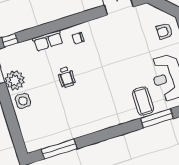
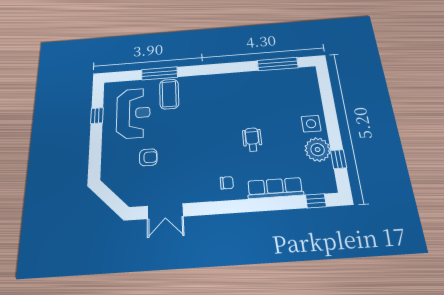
armchair: (165, 31) -> (148, 157), moved
row of seats: (48, 41) -> (275, 188), width x1.48

